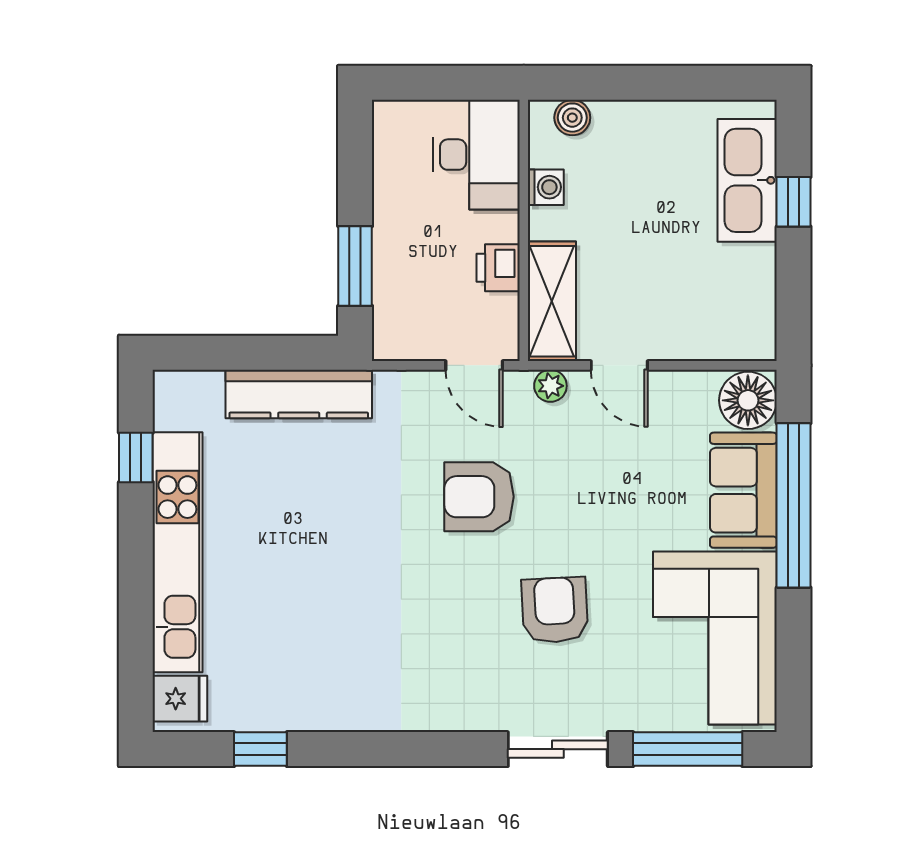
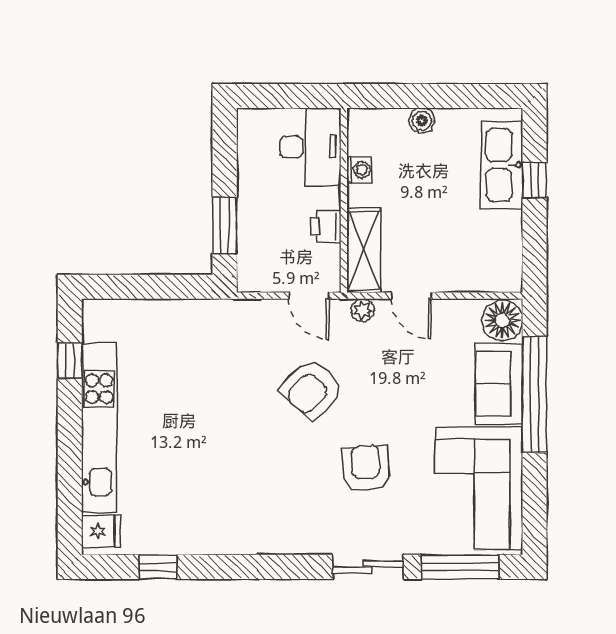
boiler: (572, 118) -> (422, 121), moved
kitchen counter: (299, 394) -> (185, 316), removed
armchair: (479, 497) -> (312, 389), turned -47

